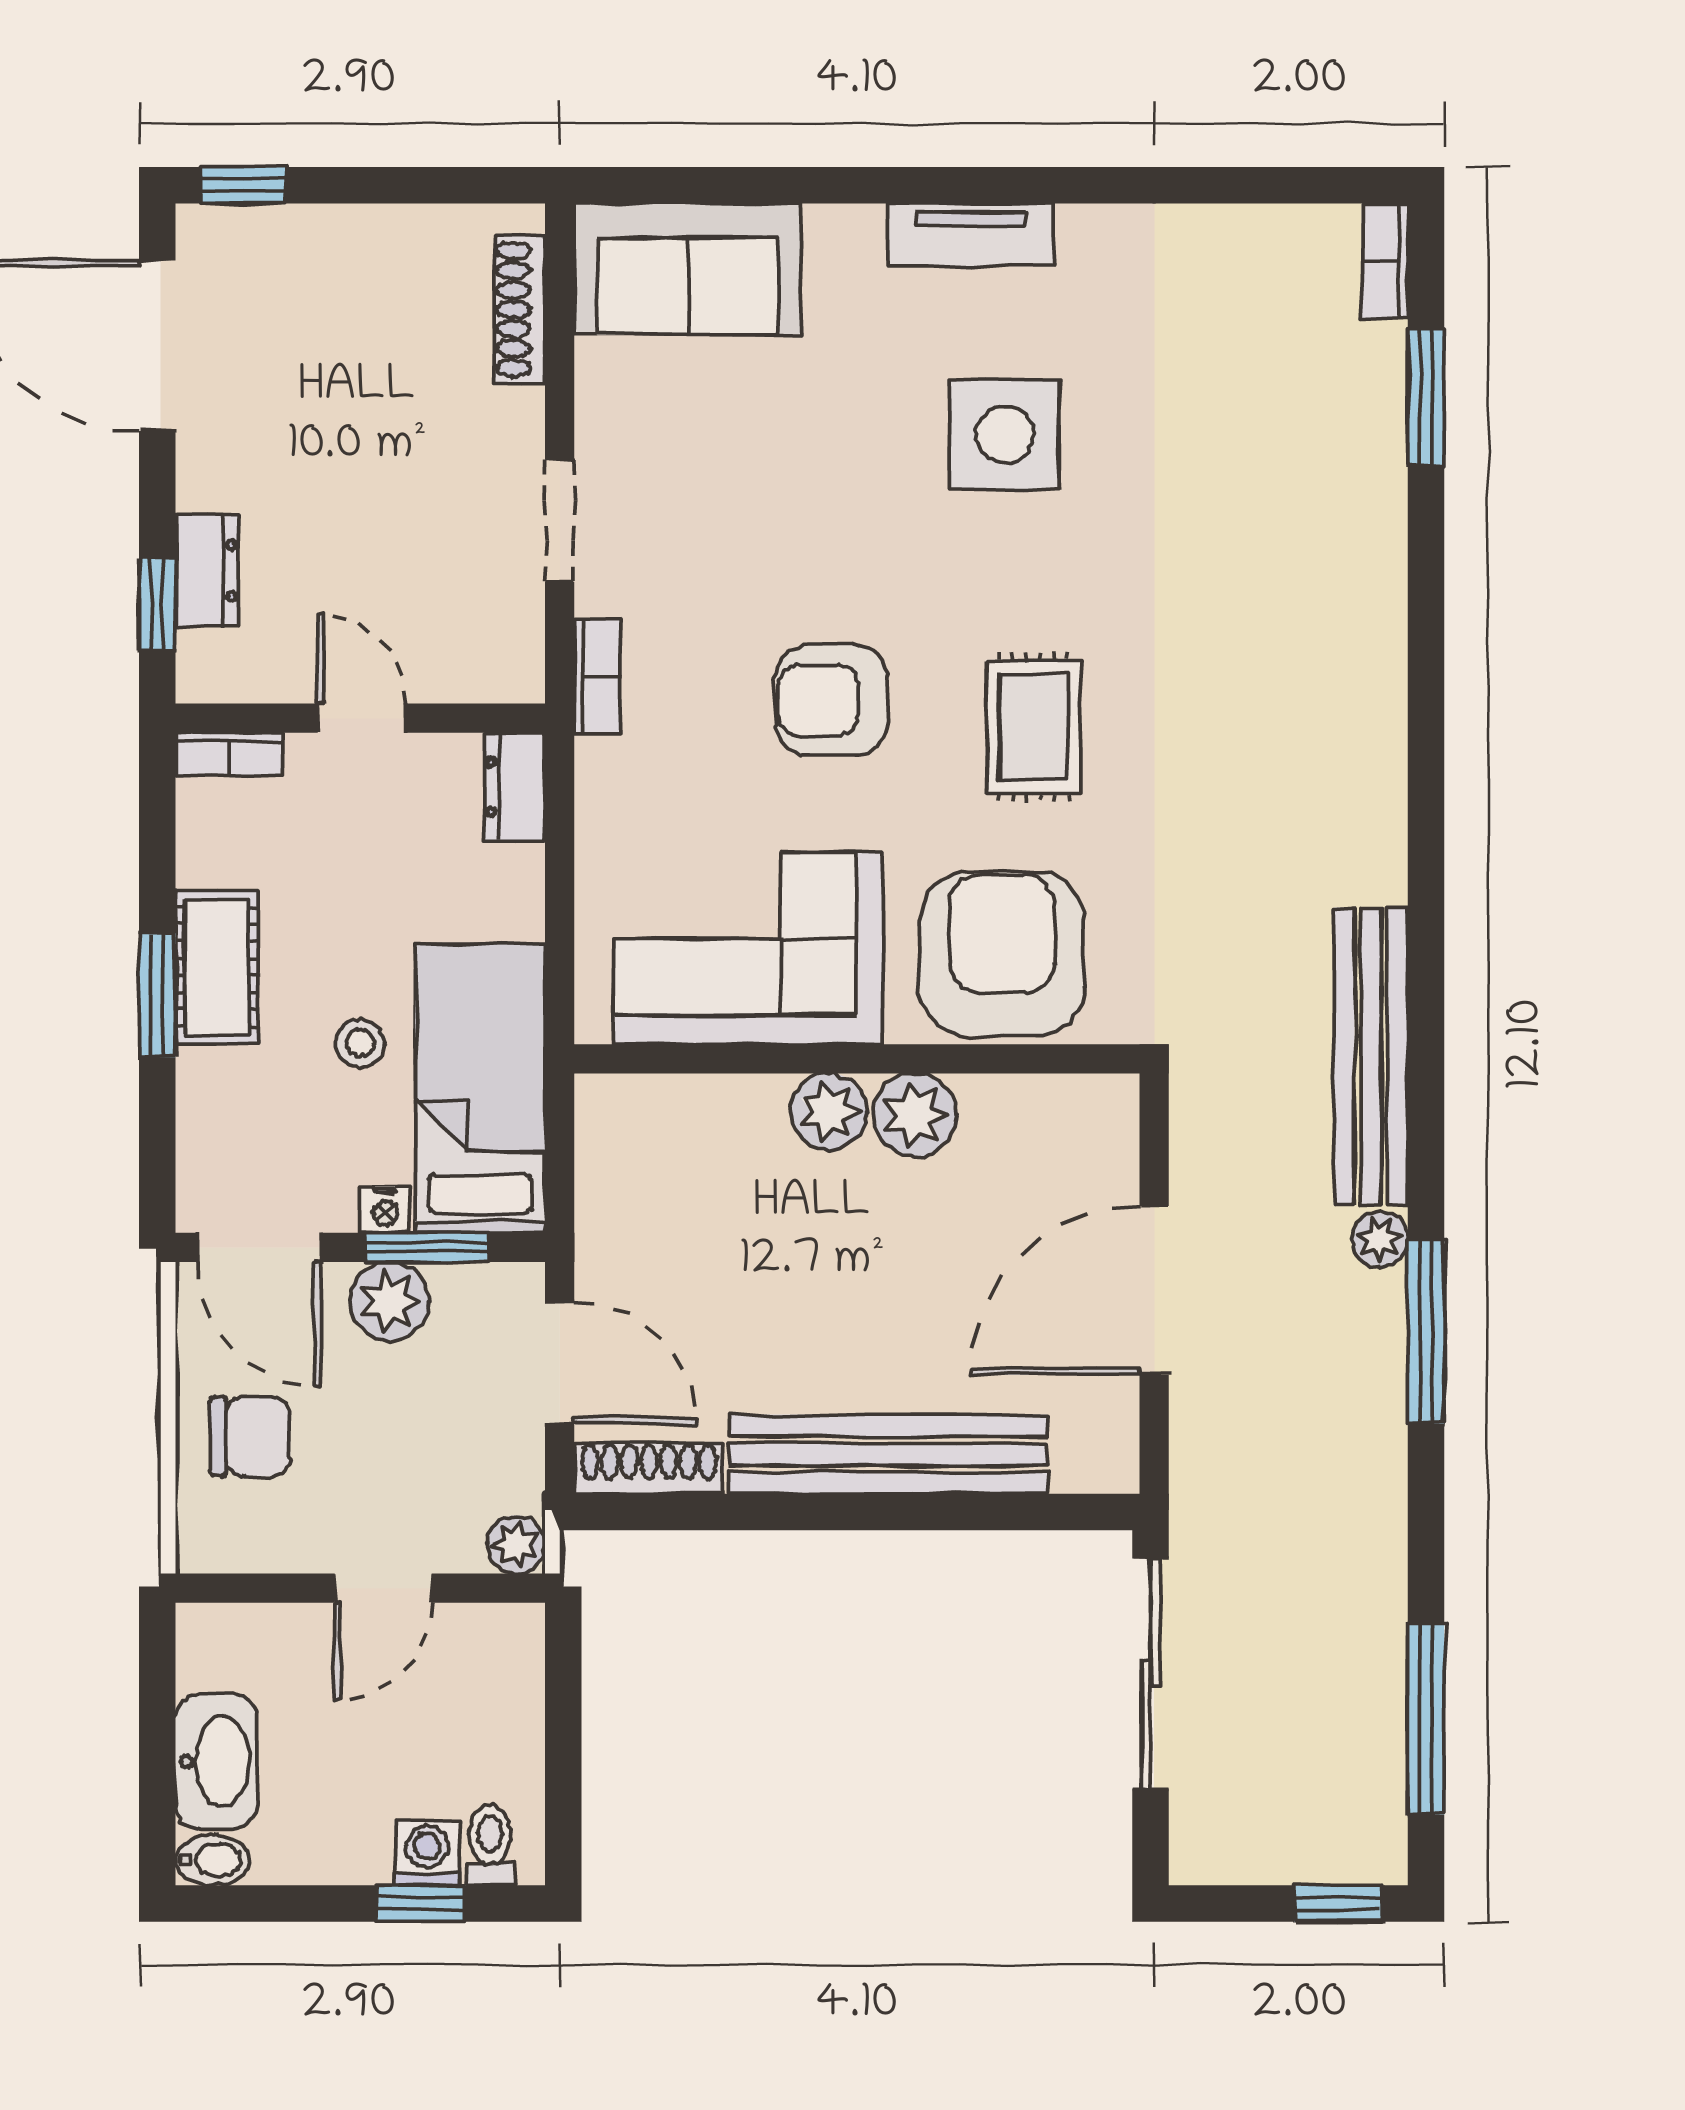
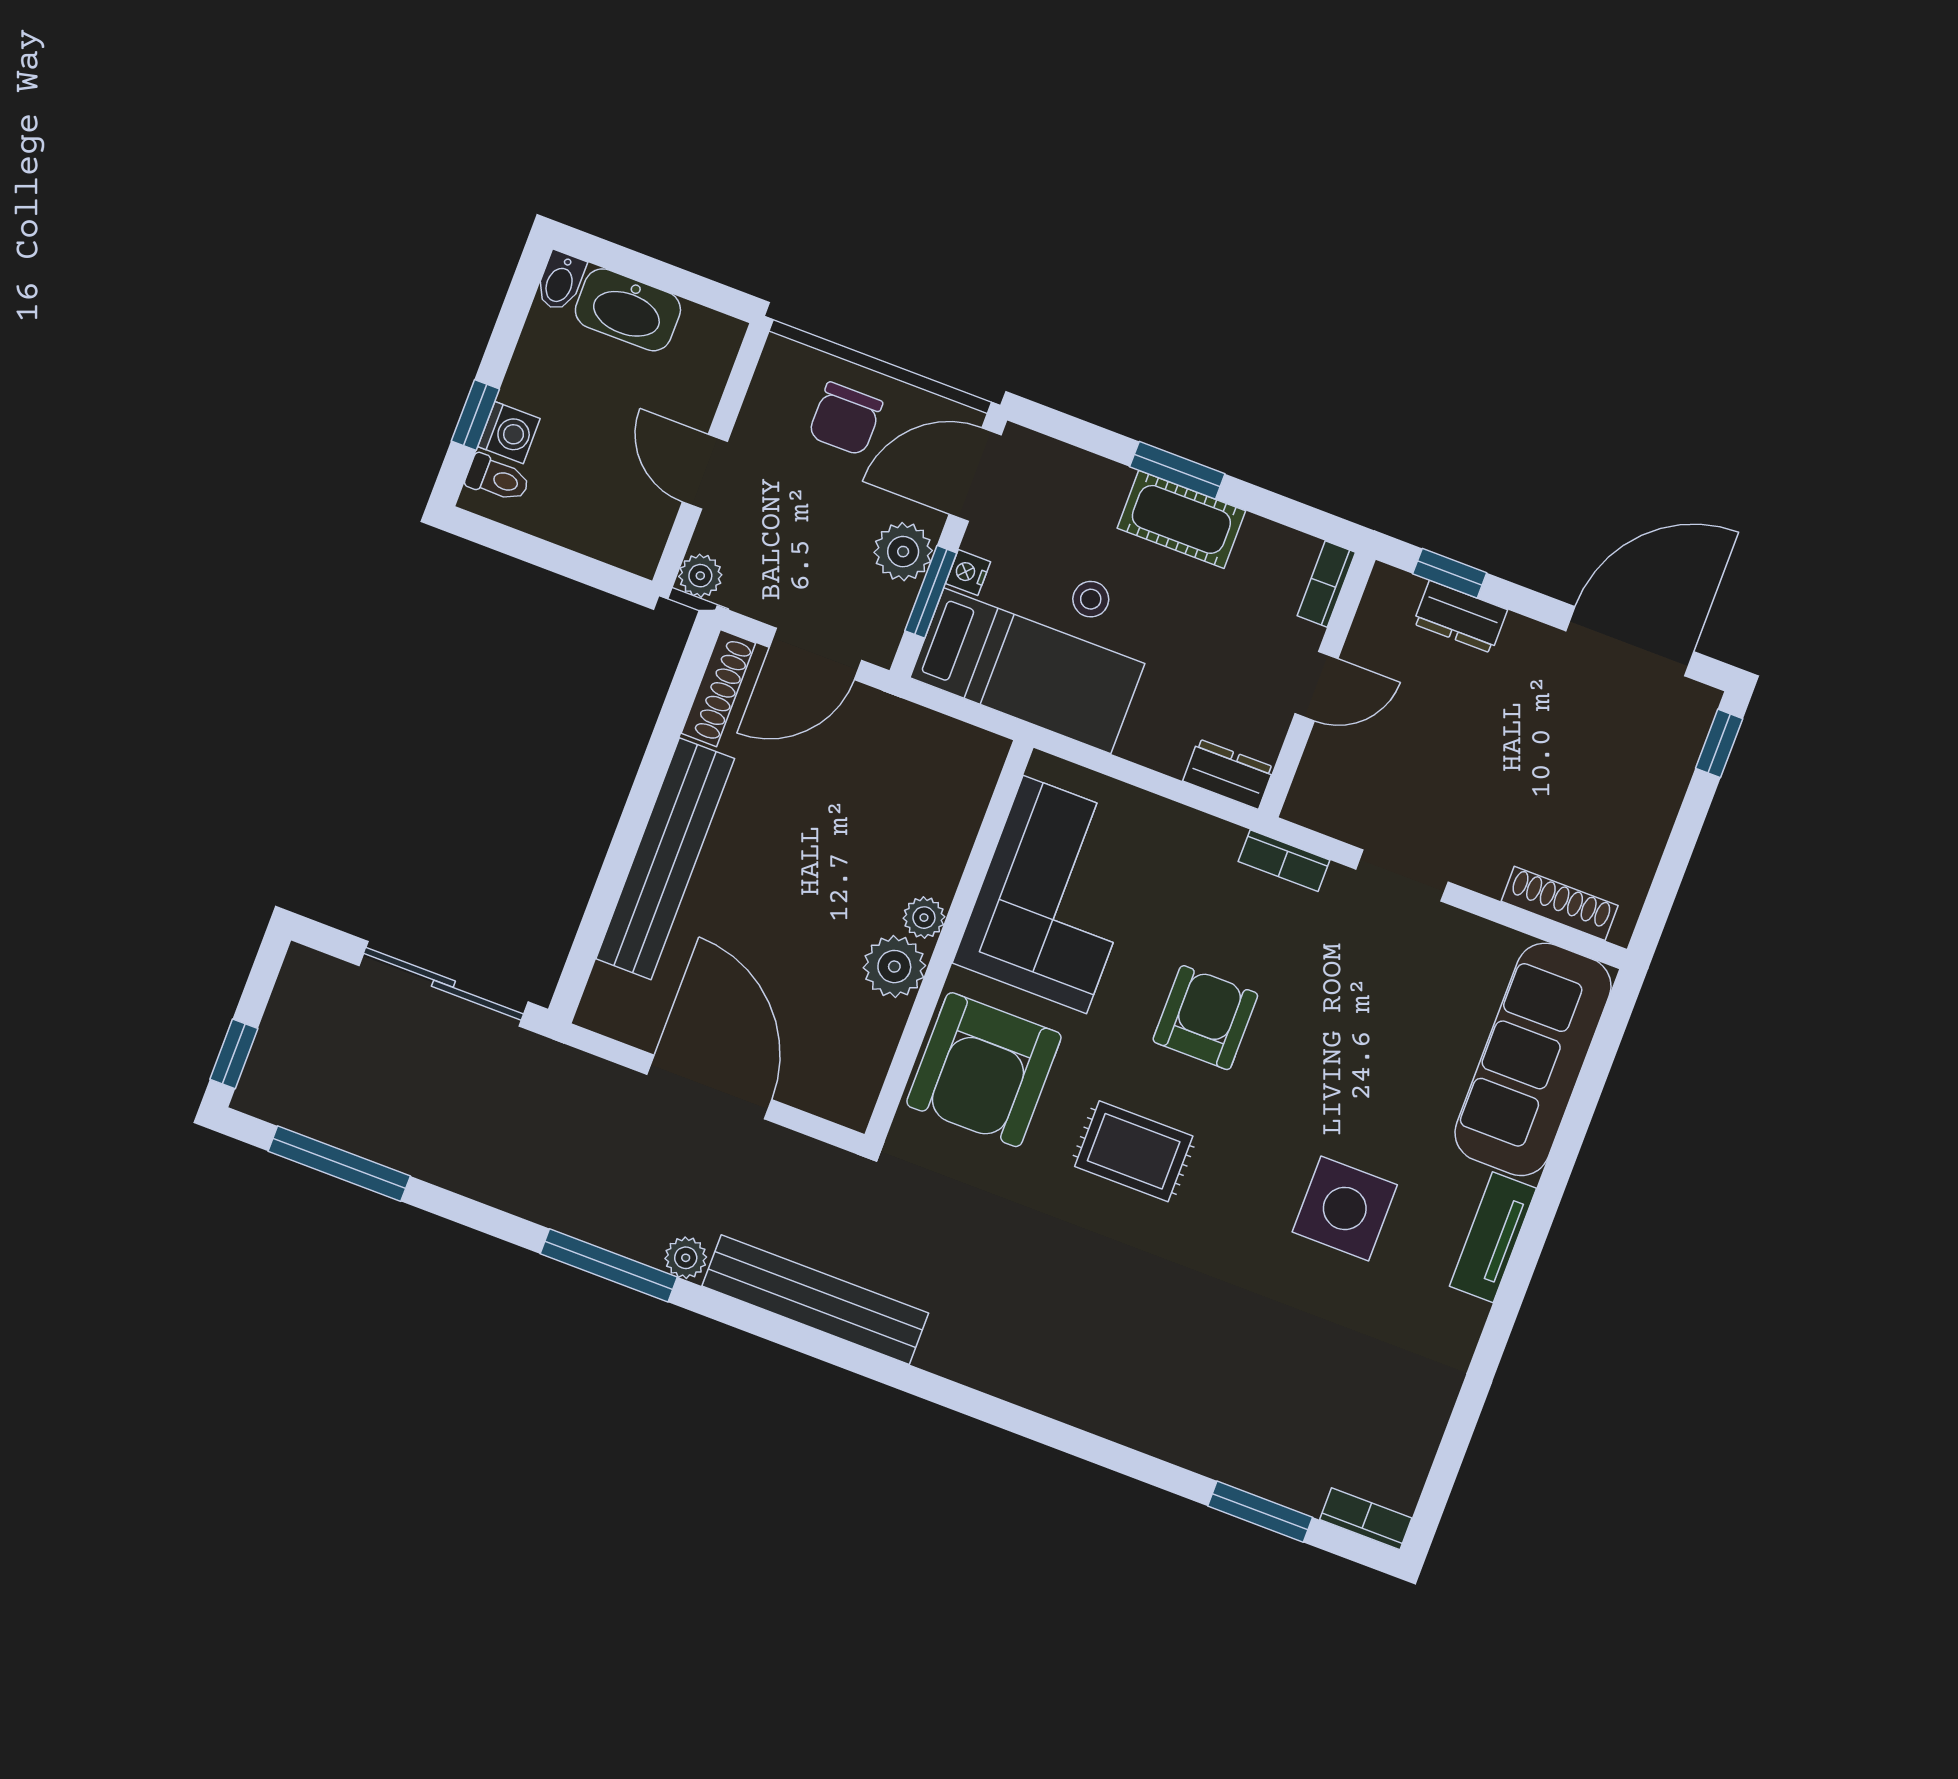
sofa: (688, 269) -> (1533, 1059), width x1.36
armchair: (1002, 954) -> (984, 1070), turned 90
plant: (829, 1112) -> (924, 918), width x0.73, depth x0.73

